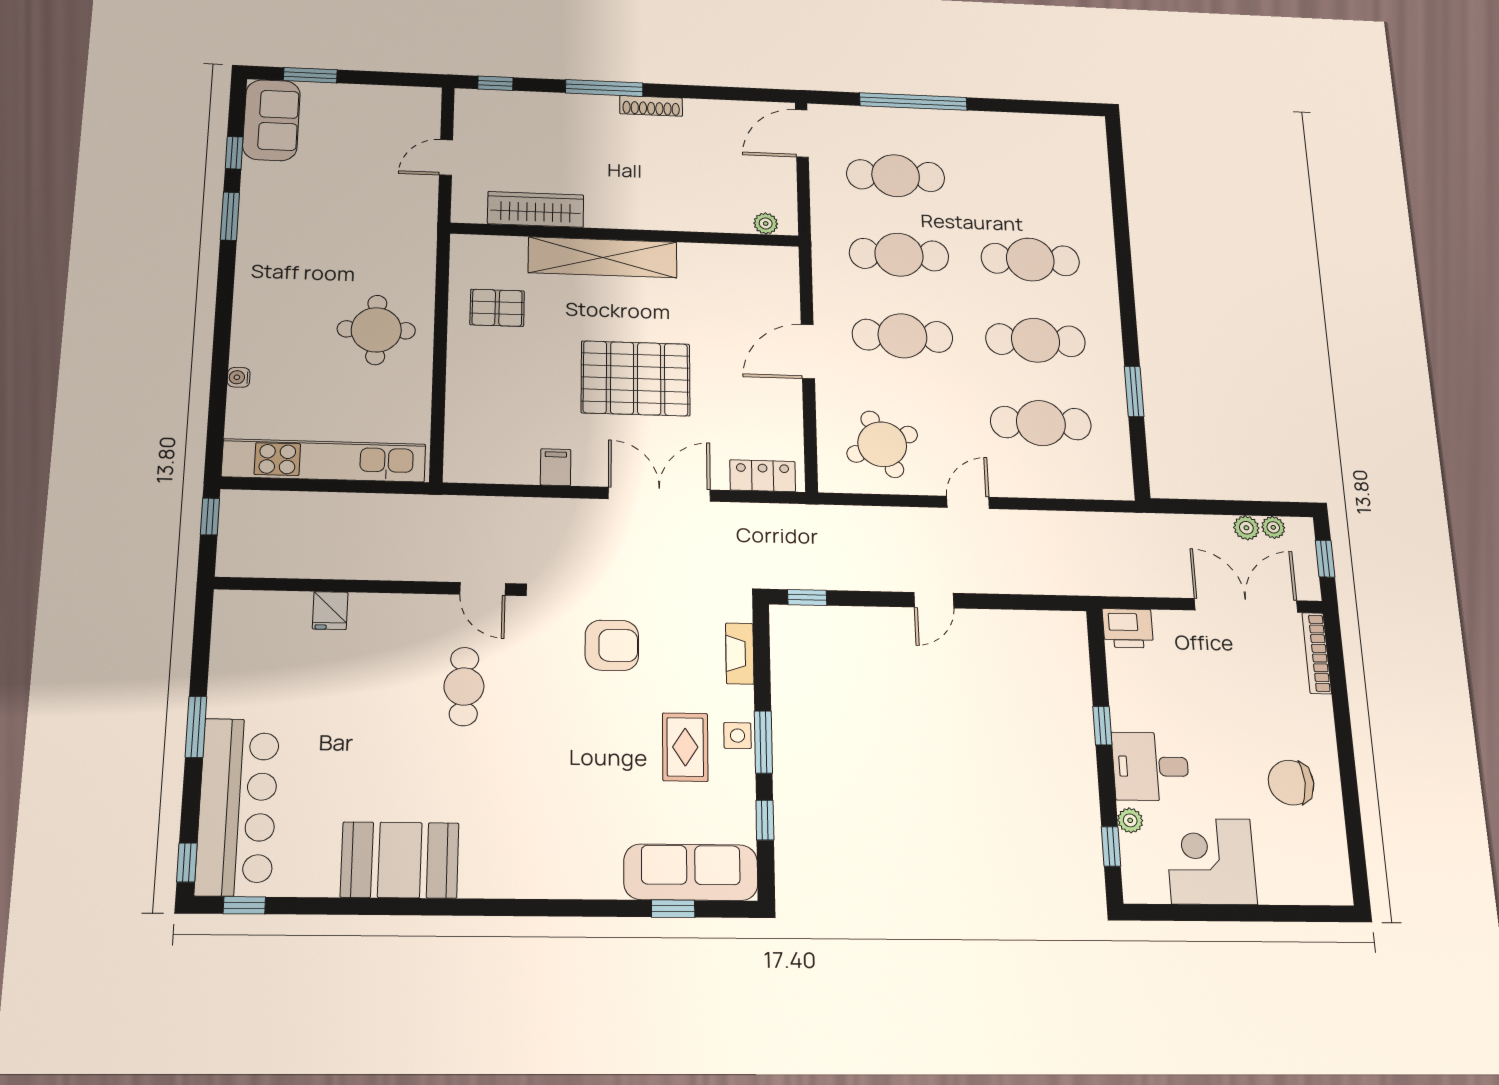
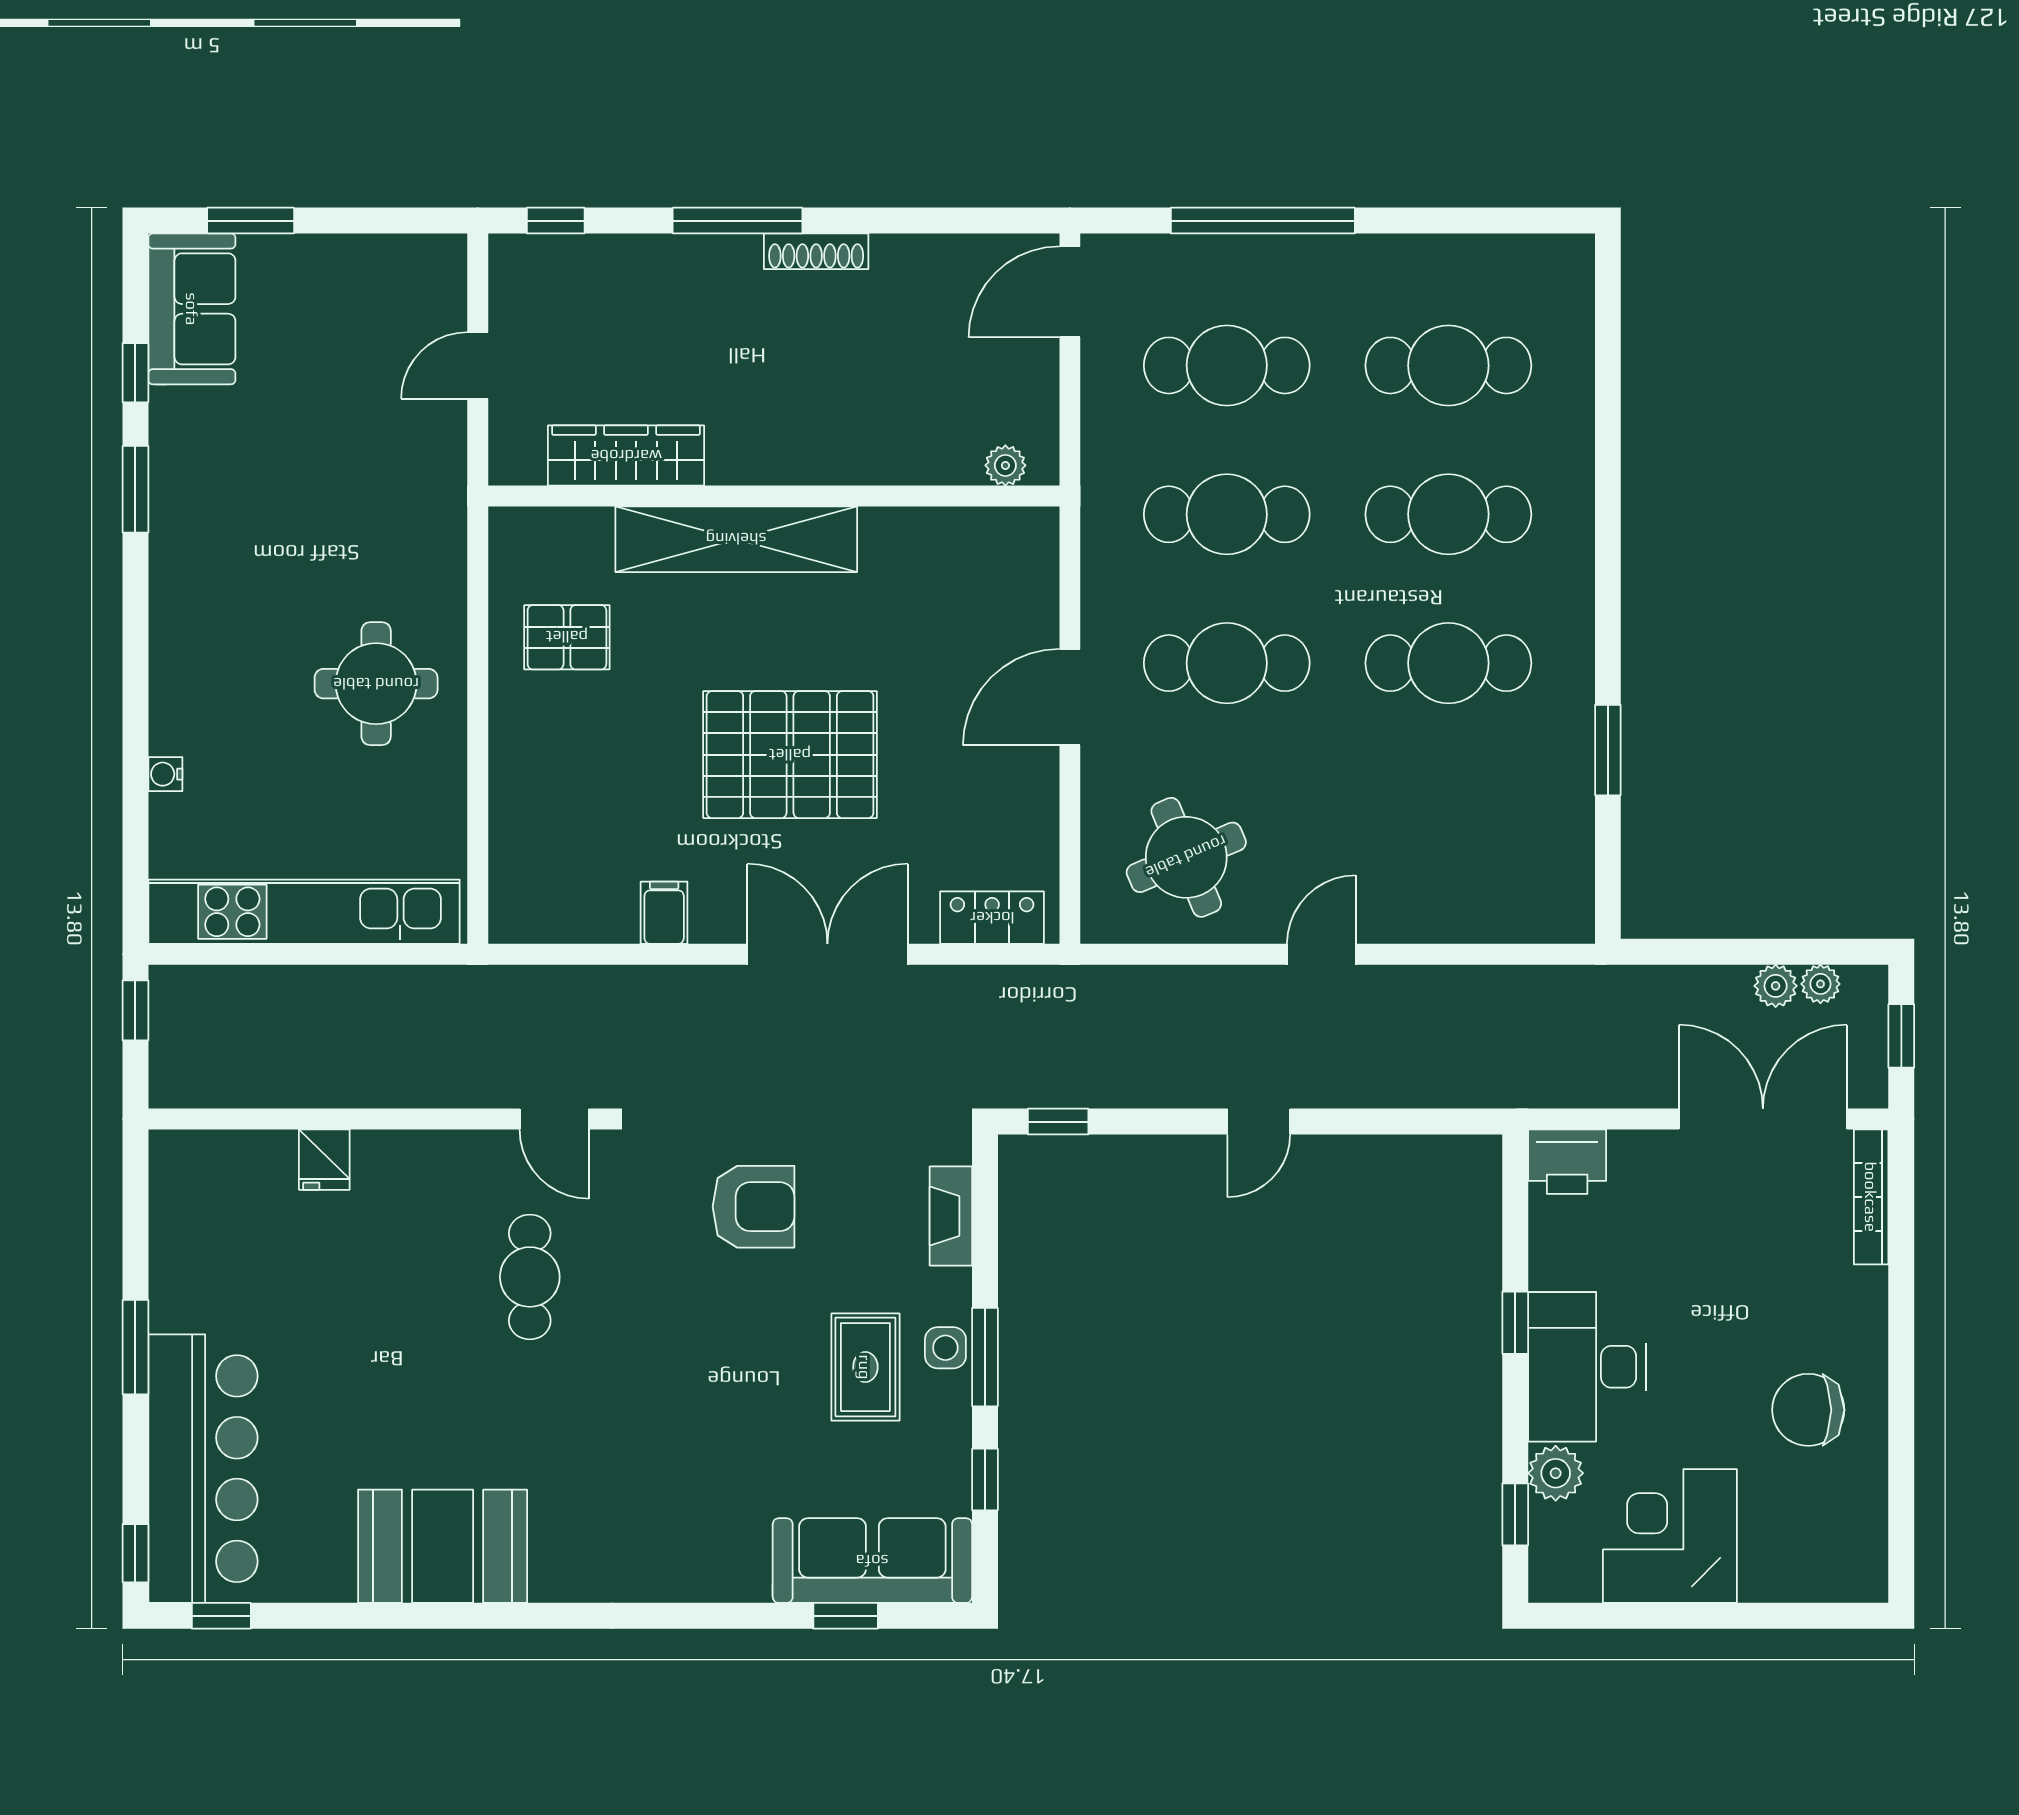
cafe table: (1041, 423) -> (1448, 365), moved
desk: (1151, 766) -> (1587, 1367), width x1.37
plant: (1130, 820) -> (1556, 1473), width x1.38, depth x1.38

